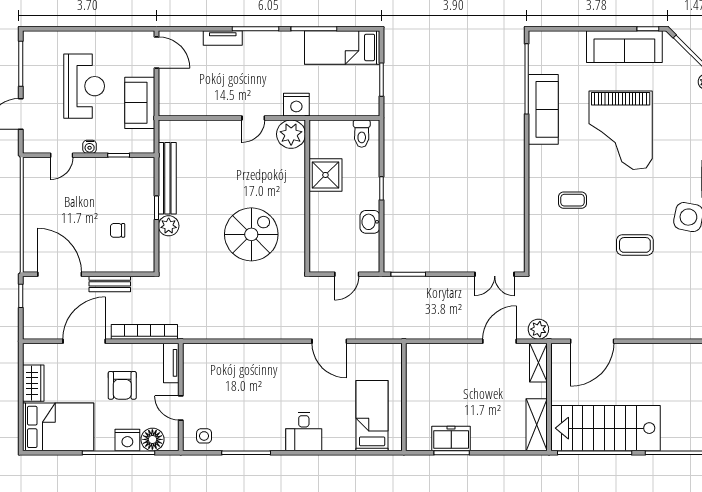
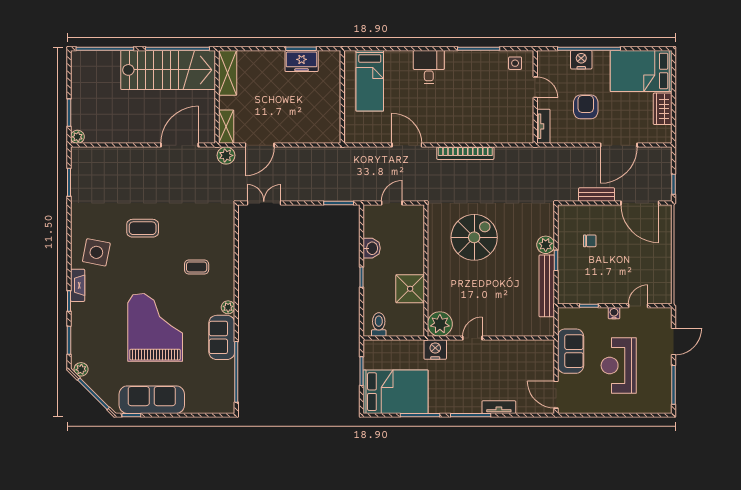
bed: (342, 47) -> (396, 392), width x1.50
sofa: (543, 109) -> (222, 337), width x0.73
plant: (536, 153) -> (228, 307), added
spiral stairs: (251, 234) -> (474, 237), turned 180
bookcase: (144, 332) -> (465, 153), moved
floor lamp: (152, 439) -> (560, 60), removed

